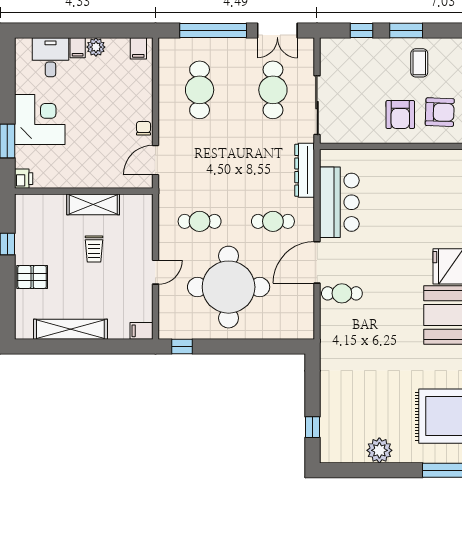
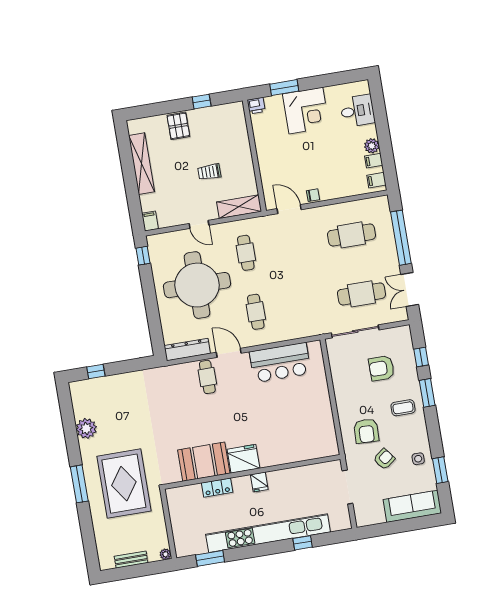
filing cabinet: (78, 48) -> (374, 161), moved
armchair: (400, 115) -> (381, 368), moved
dresser: (305, 170) -> (187, 350), moved
shelving: (93, 204) -> (239, 207), moved, turned 90
door: (317, 262) -> (229, 353), width x0.73

